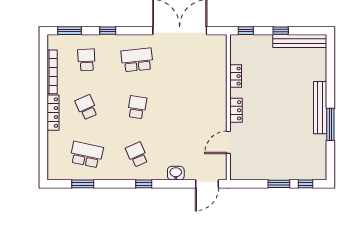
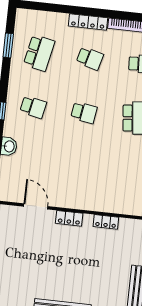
school desk: (86, 107) -> (90, 58), turned 39
school desk: (137, 155) -> (33, 107), turned 36

